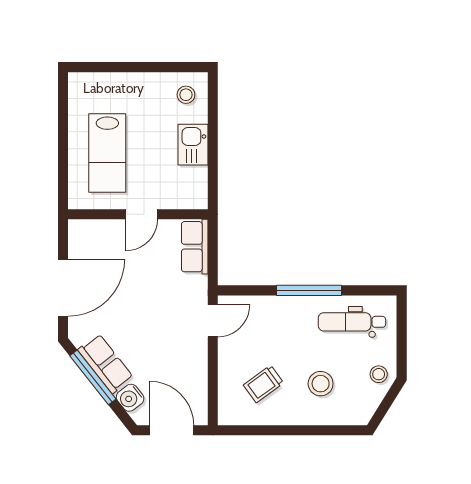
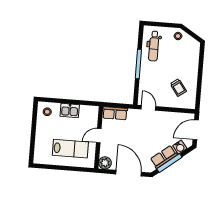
door: (142, 214) -> (99, 136), swing flipped
plant: (82, 233) -> (105, 163), added
stool: (321, 384) -> (180, 62), removed

